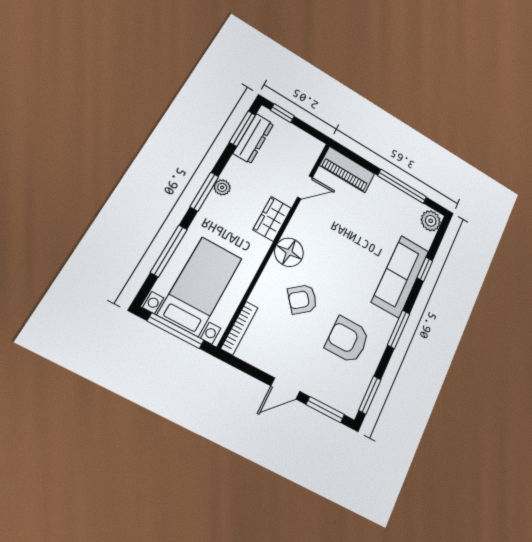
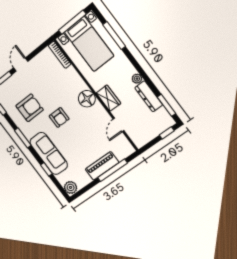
dresser: (253, 139) -> (149, 96), moved
piano: (347, 170) -> (102, 166), moved
window: (402, 186) -> (112, 170), moved
window: (205, 192) -> (138, 68), removed
armchair: (302, 299) -> (59, 118), moved, turned 129

